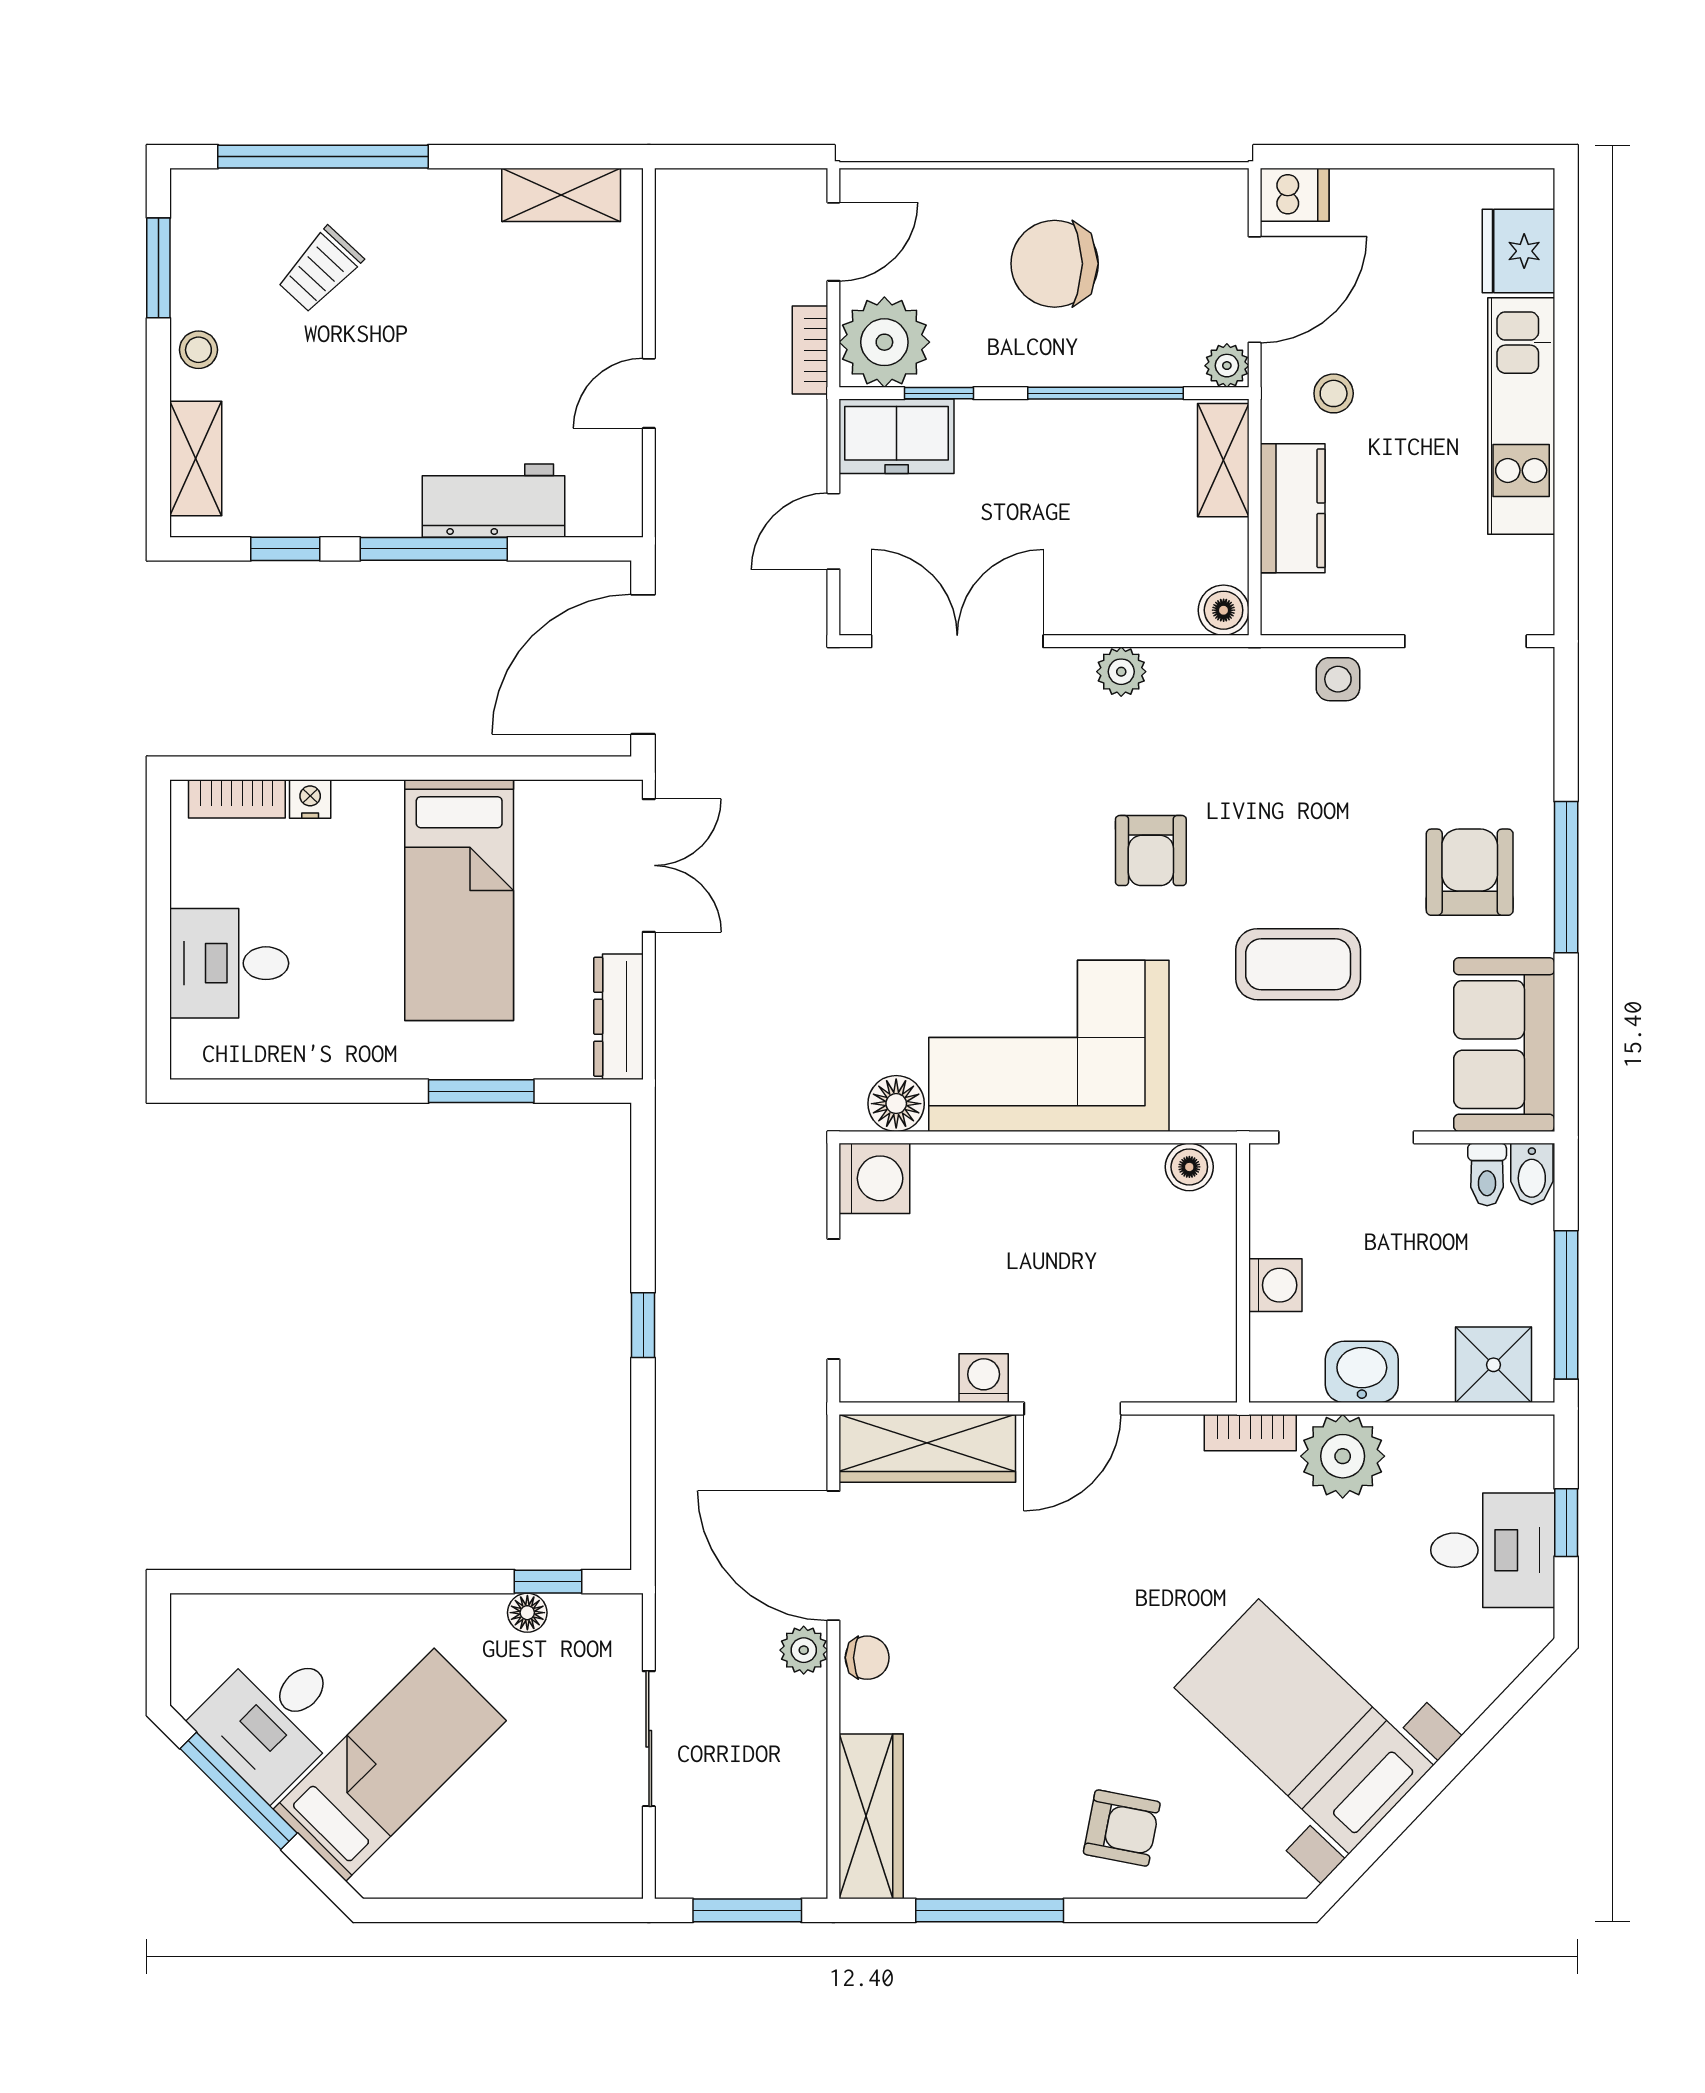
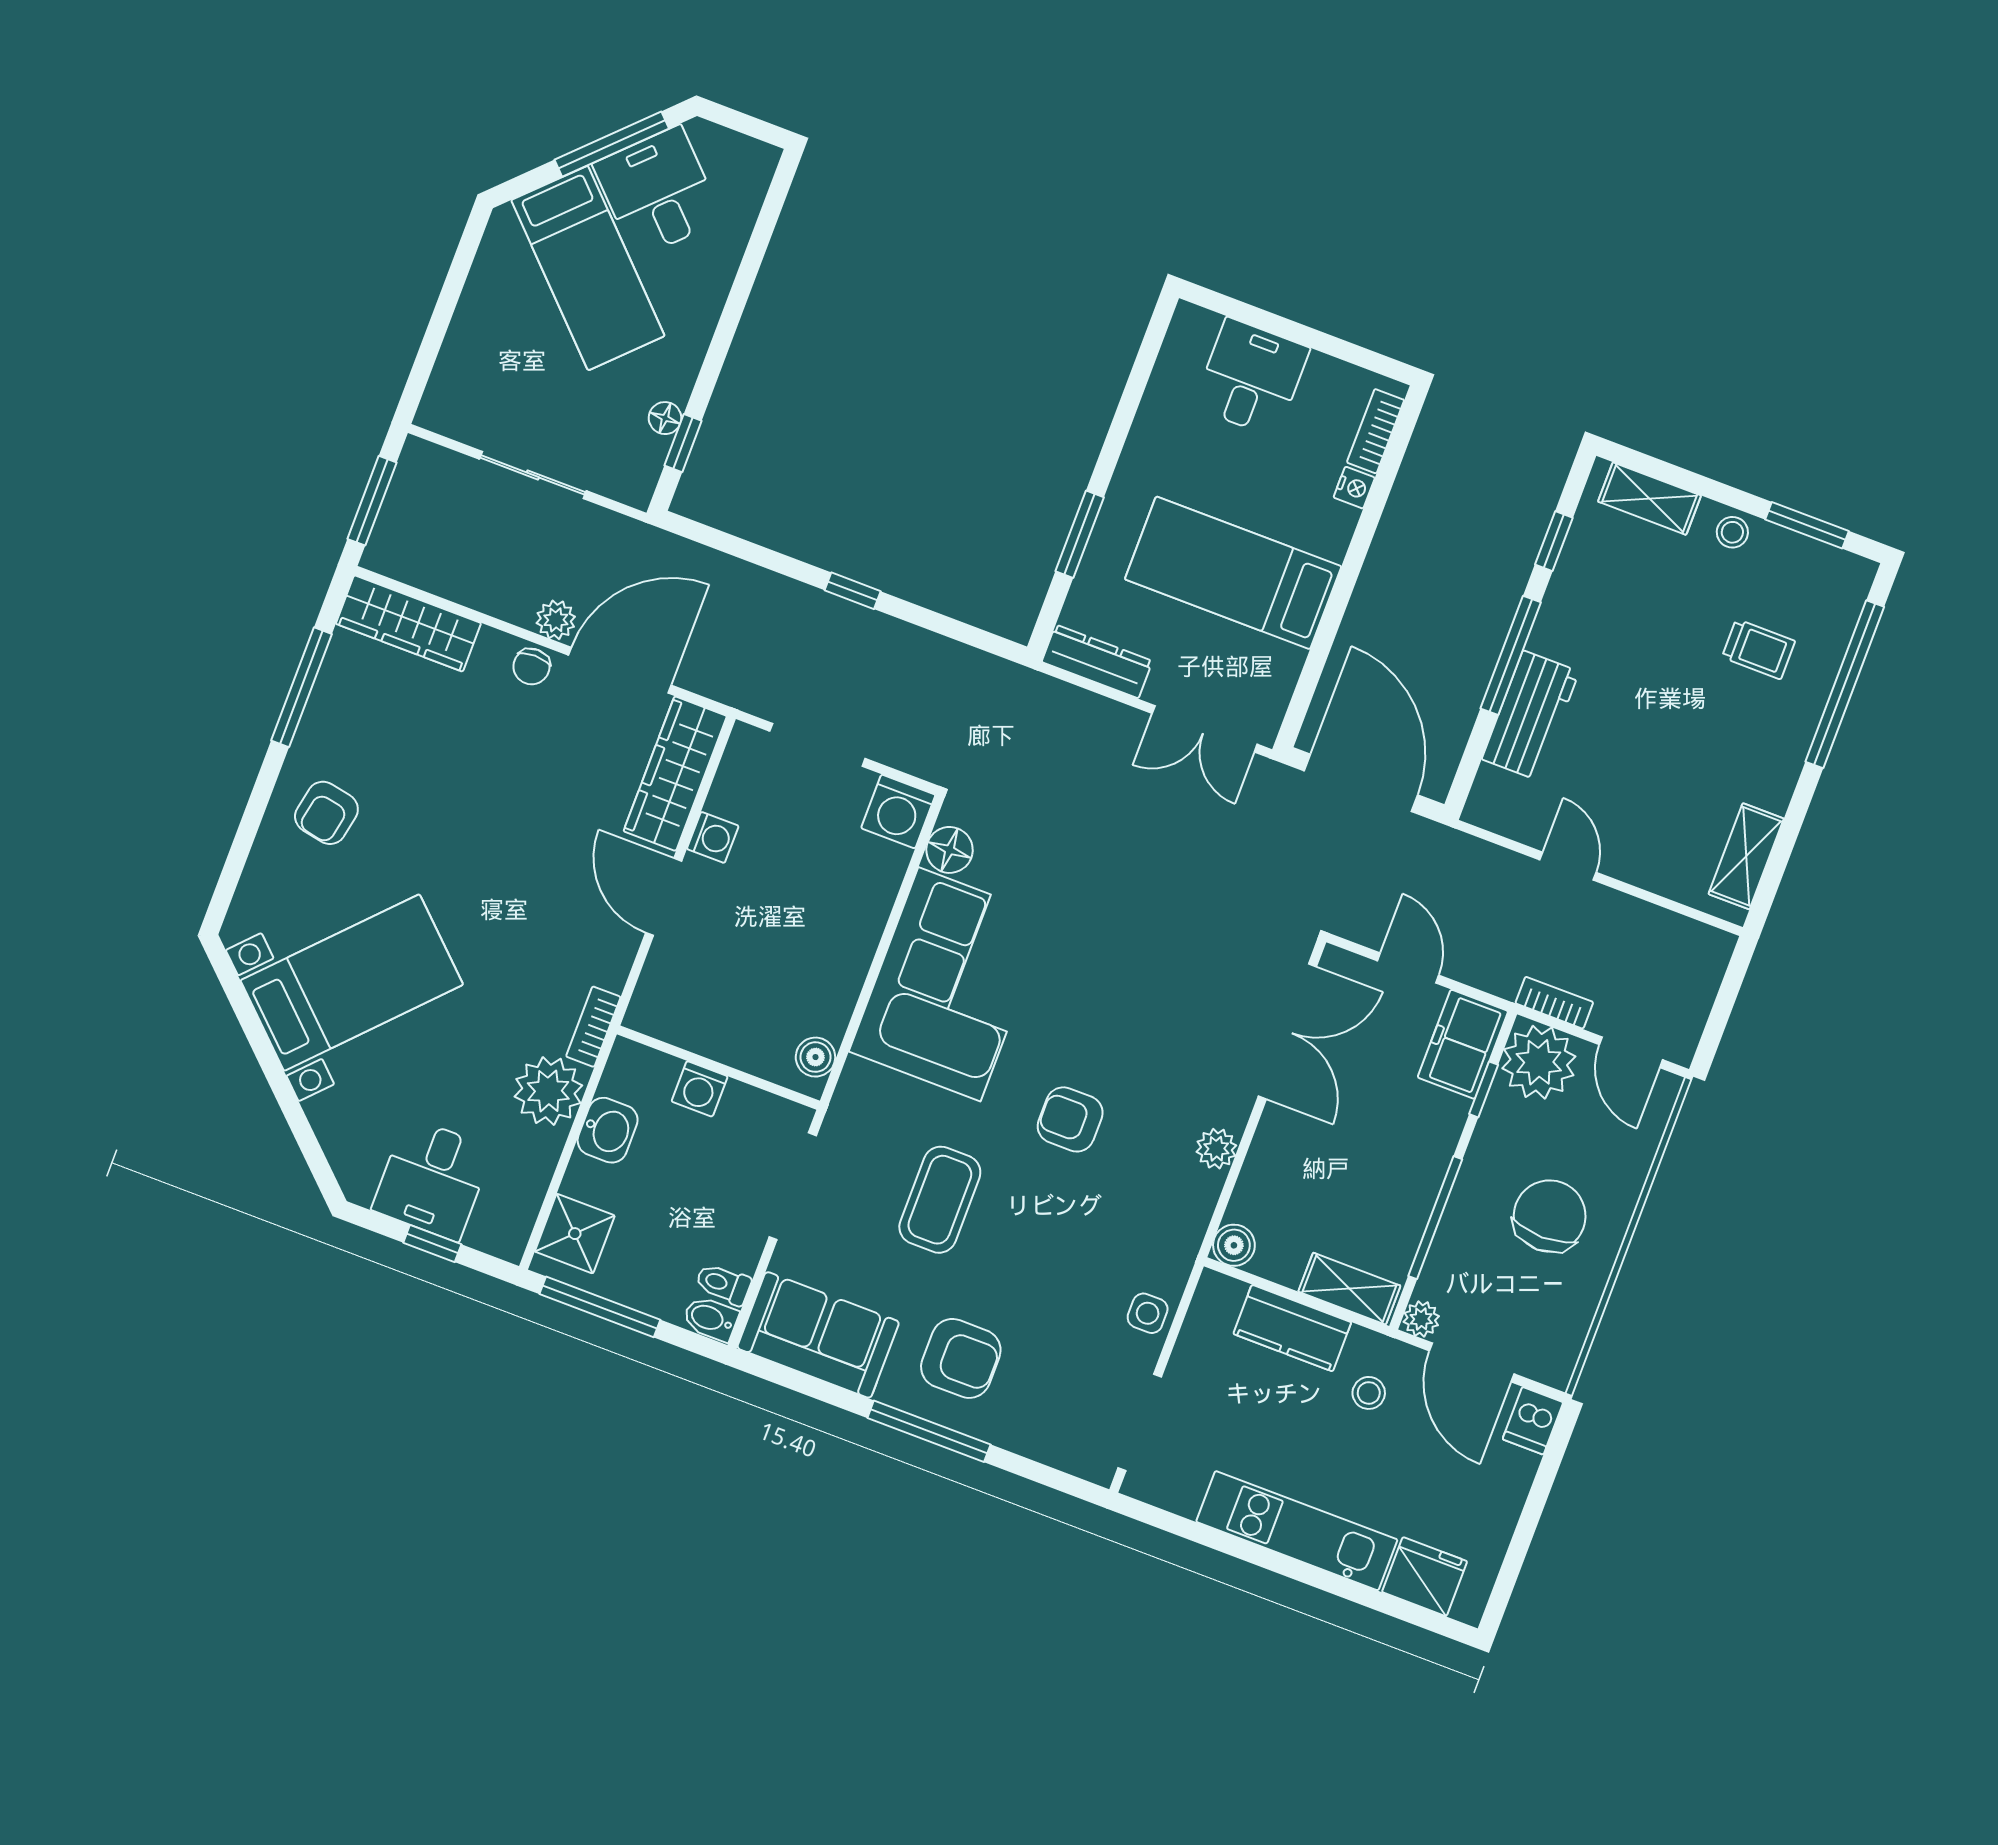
trolley: (320, 270) -> (1759, 649), turned 137

